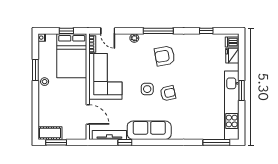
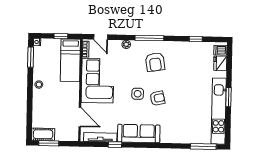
bed: (72, 56) -> (70, 60), width x0.67
armchair: (165, 56) -> (155, 62), turned -89
window: (35, 70) -> (31, 57), moved

